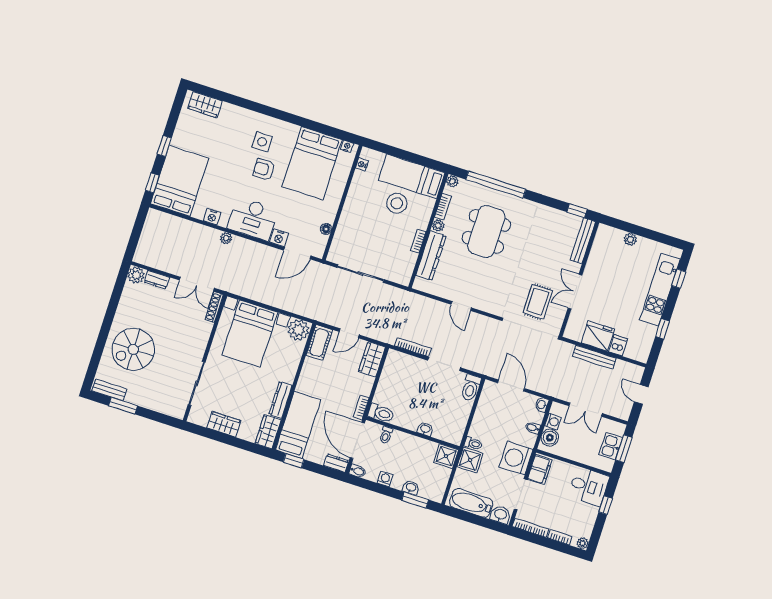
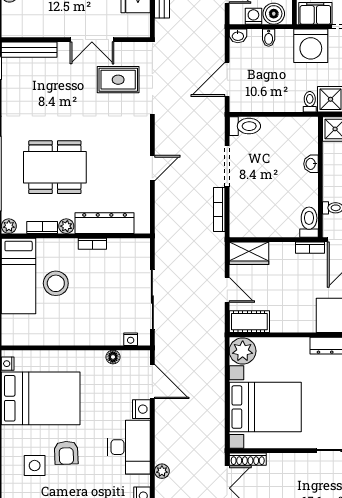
nightstand: (362, 164) -> (131, 339), moved

